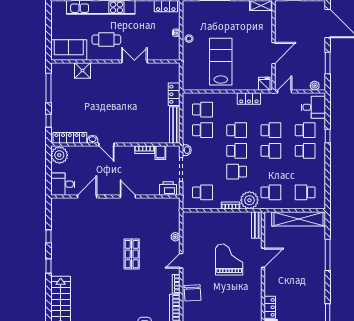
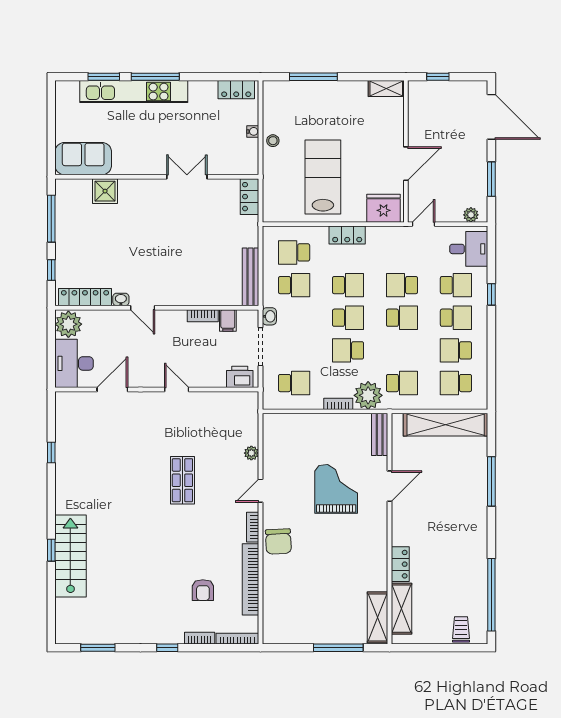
cafe table: (106, 40) -> (143, 142), removed
fridge: (264, 84) -> (384, 208), width x1.88, depth x1.34
locker: (174, 94) -> (250, 197), moved
locker: (249, 98) -> (347, 235), moved
school desk: (202, 110) -> (294, 252), turned 180
school desk: (271, 130) -> (402, 285), turned 180
school desk: (305, 172) -> (456, 350), added
desk: (63, 184) -> (74, 363), width x1.37
window: (48, 266) -> (51, 550), moved

